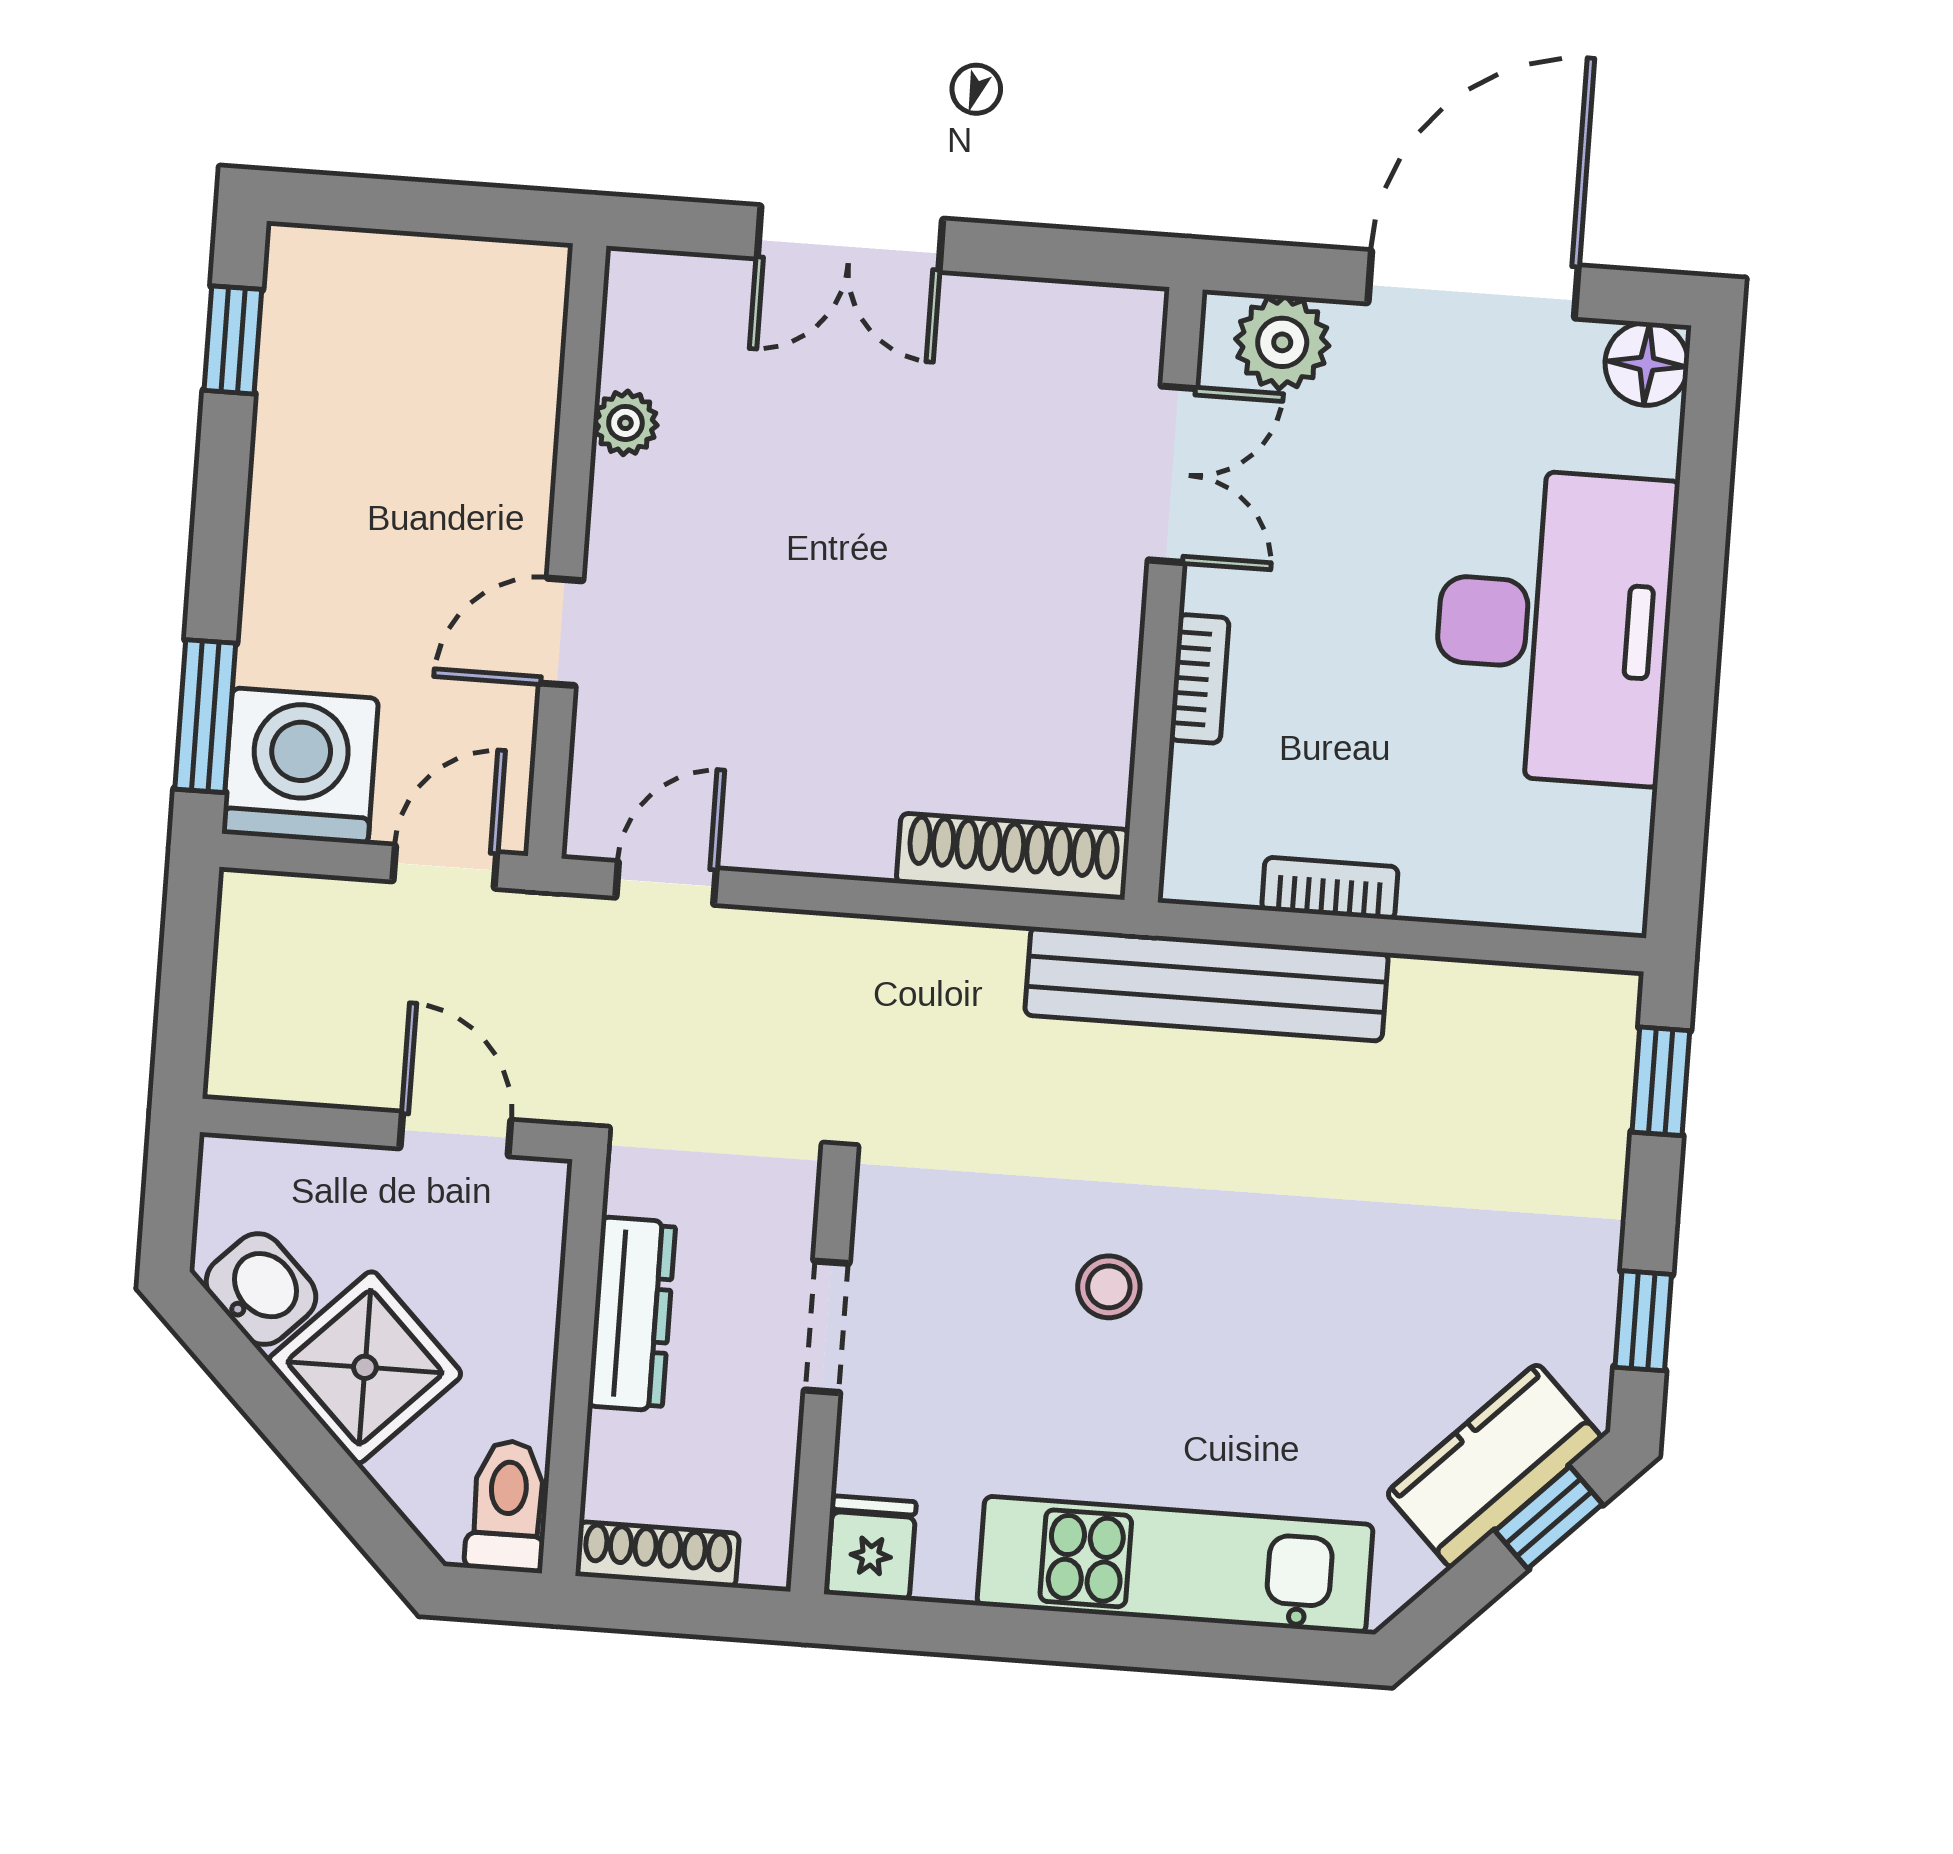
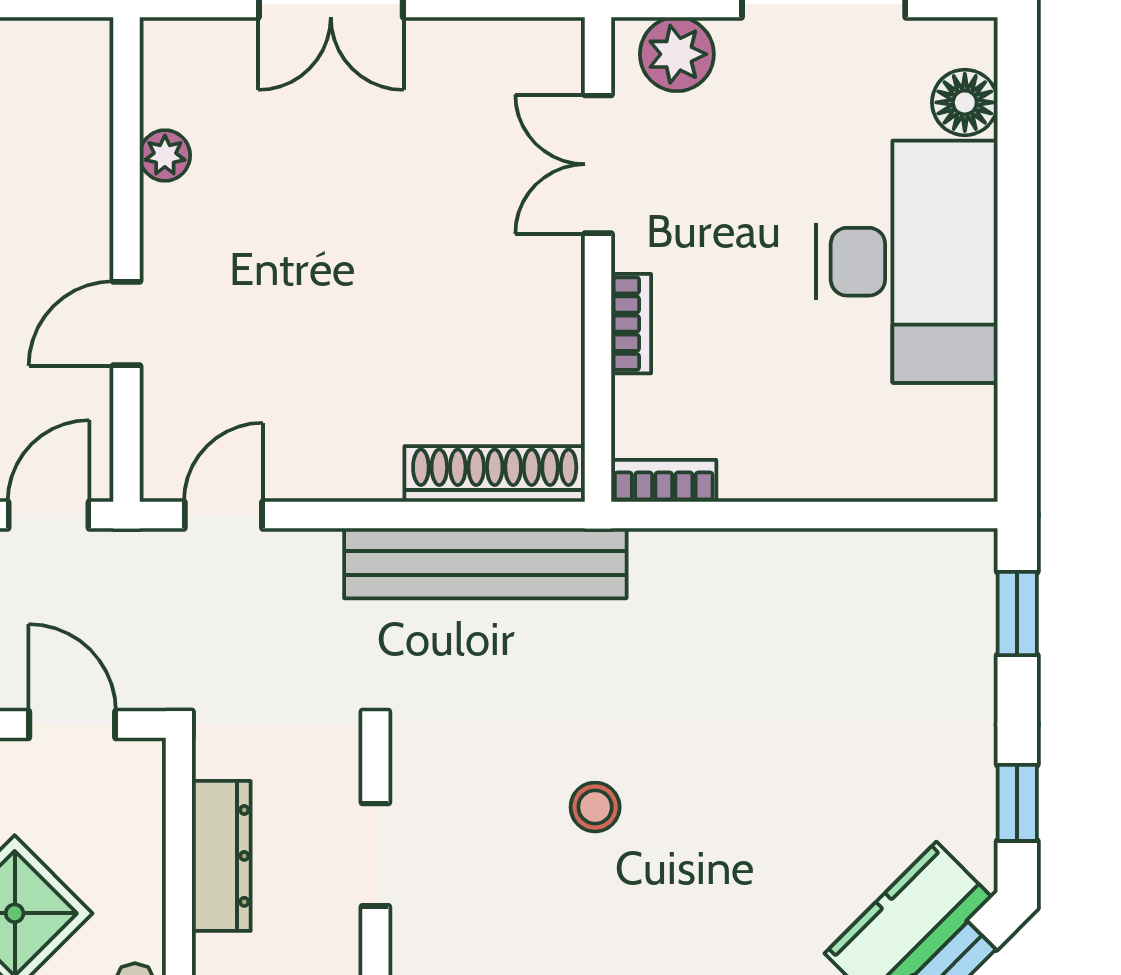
floor lamp: (1647, 364) -> (965, 102), moved
double door: (1172, 474) -> (598, 164), swing flipped
bookcase: (1330, 888) -> (664, 481), moved
bench: (1207, 984) -> (485, 563), moved

